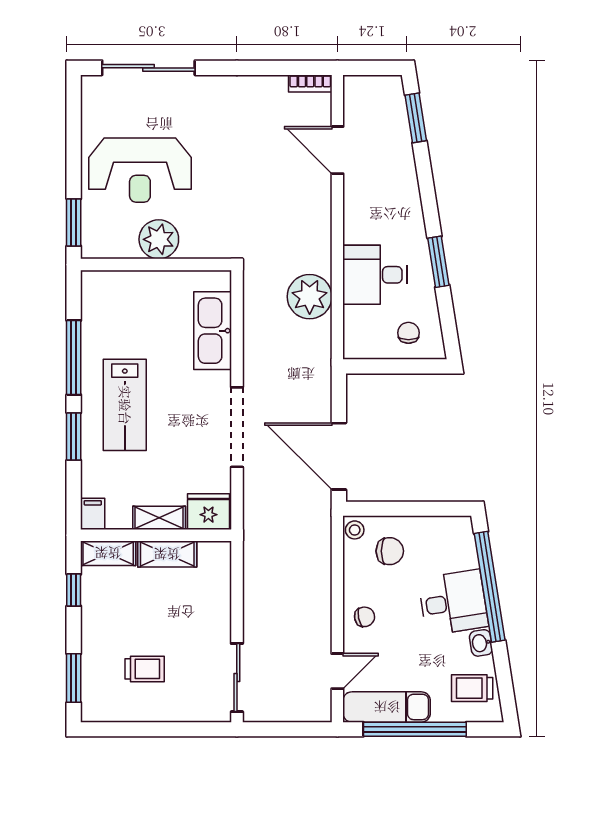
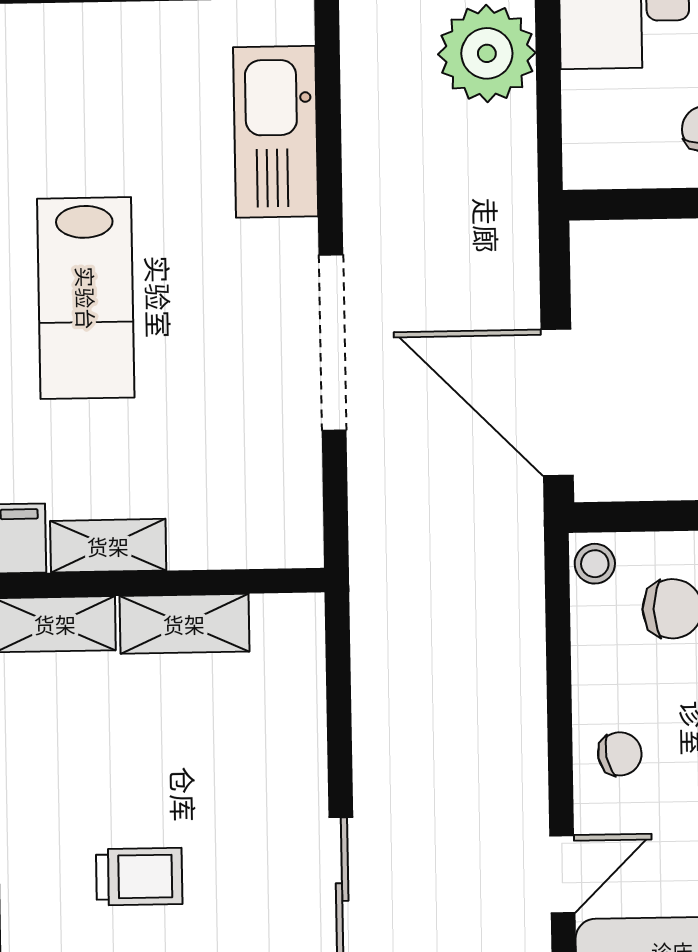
fridge: (208, 512) -> (273, 529), removed
shelving: (159, 518) -> (108, 546), moved

